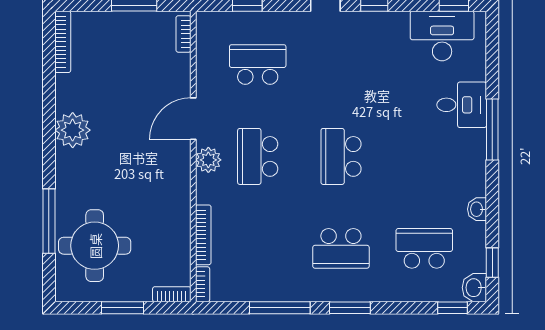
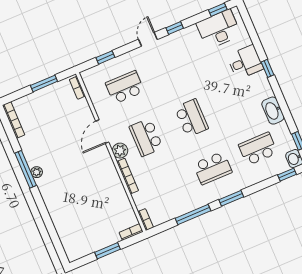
window: (492, 129) -> (267, 68), width x0.46
plant: (73, 130) -> (37, 172), width x0.53, depth x0.53
school desk: (341, 156) -> (191, 118), turned 180
washbasin: (477, 209) -> (273, 111), width x1.91, depth x1.45
window: (49, 221) -> (26, 169), moved
bookcase: (203, 235) -> (128, 176), moved
round table: (95, 246) -> (78, 223), removed

